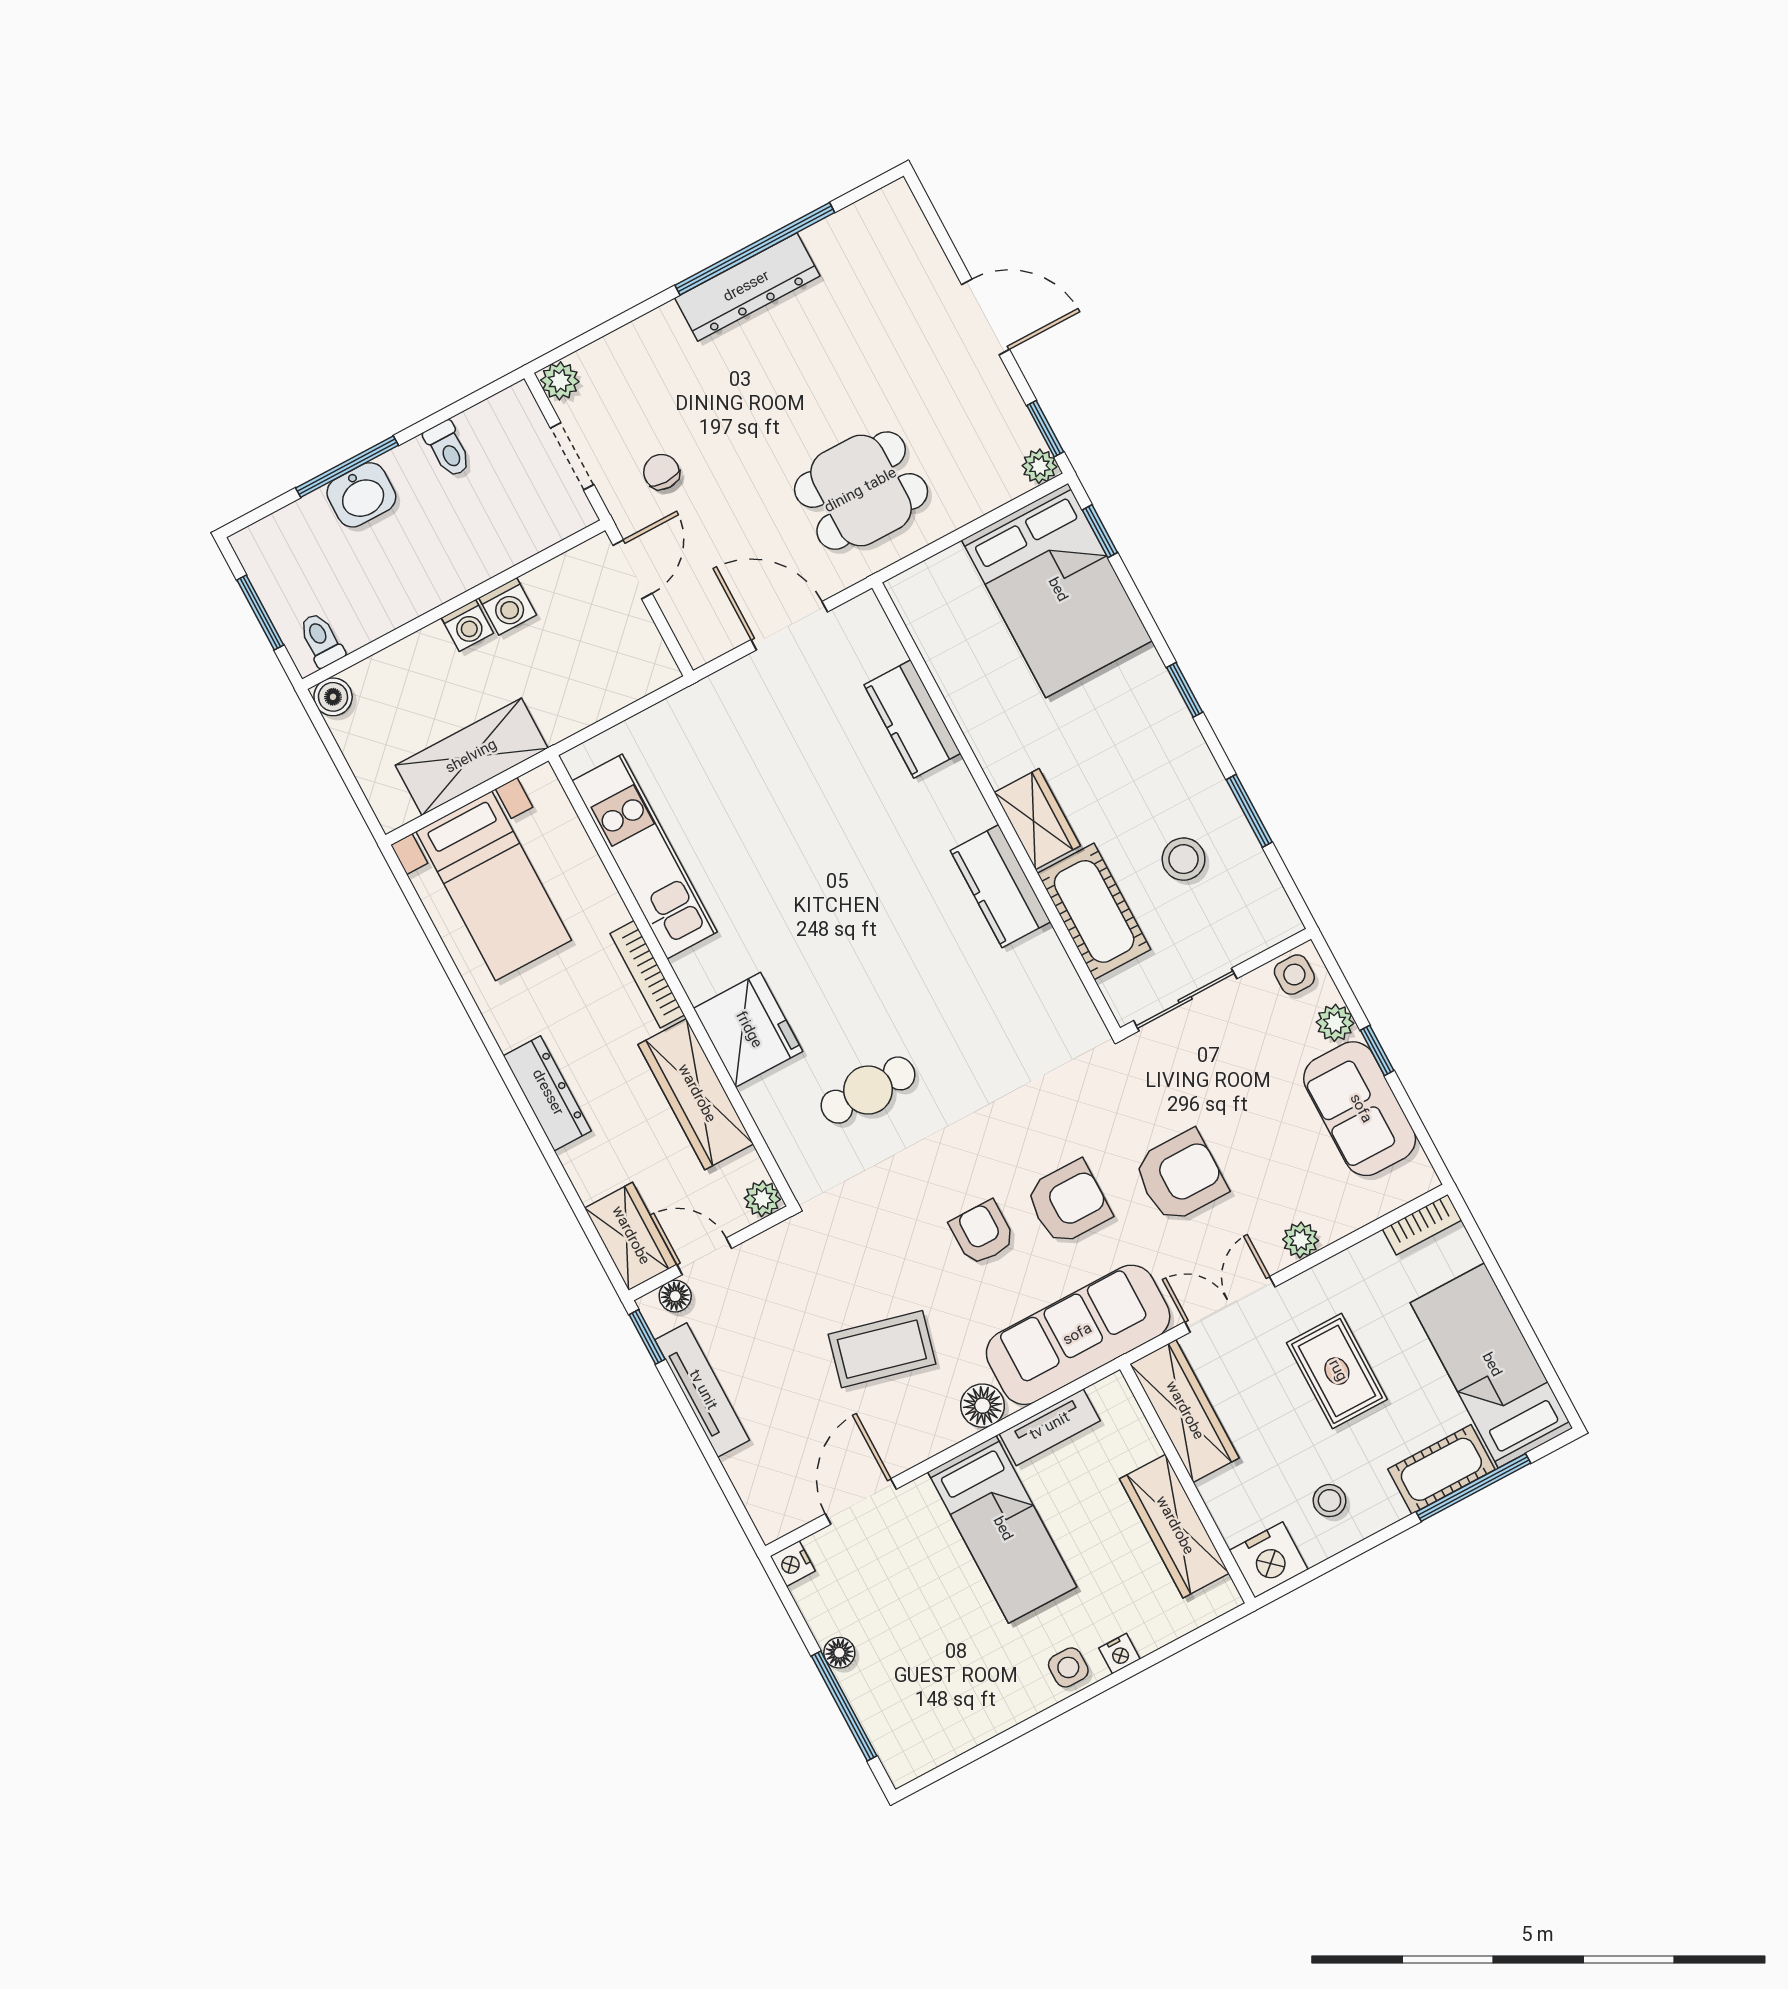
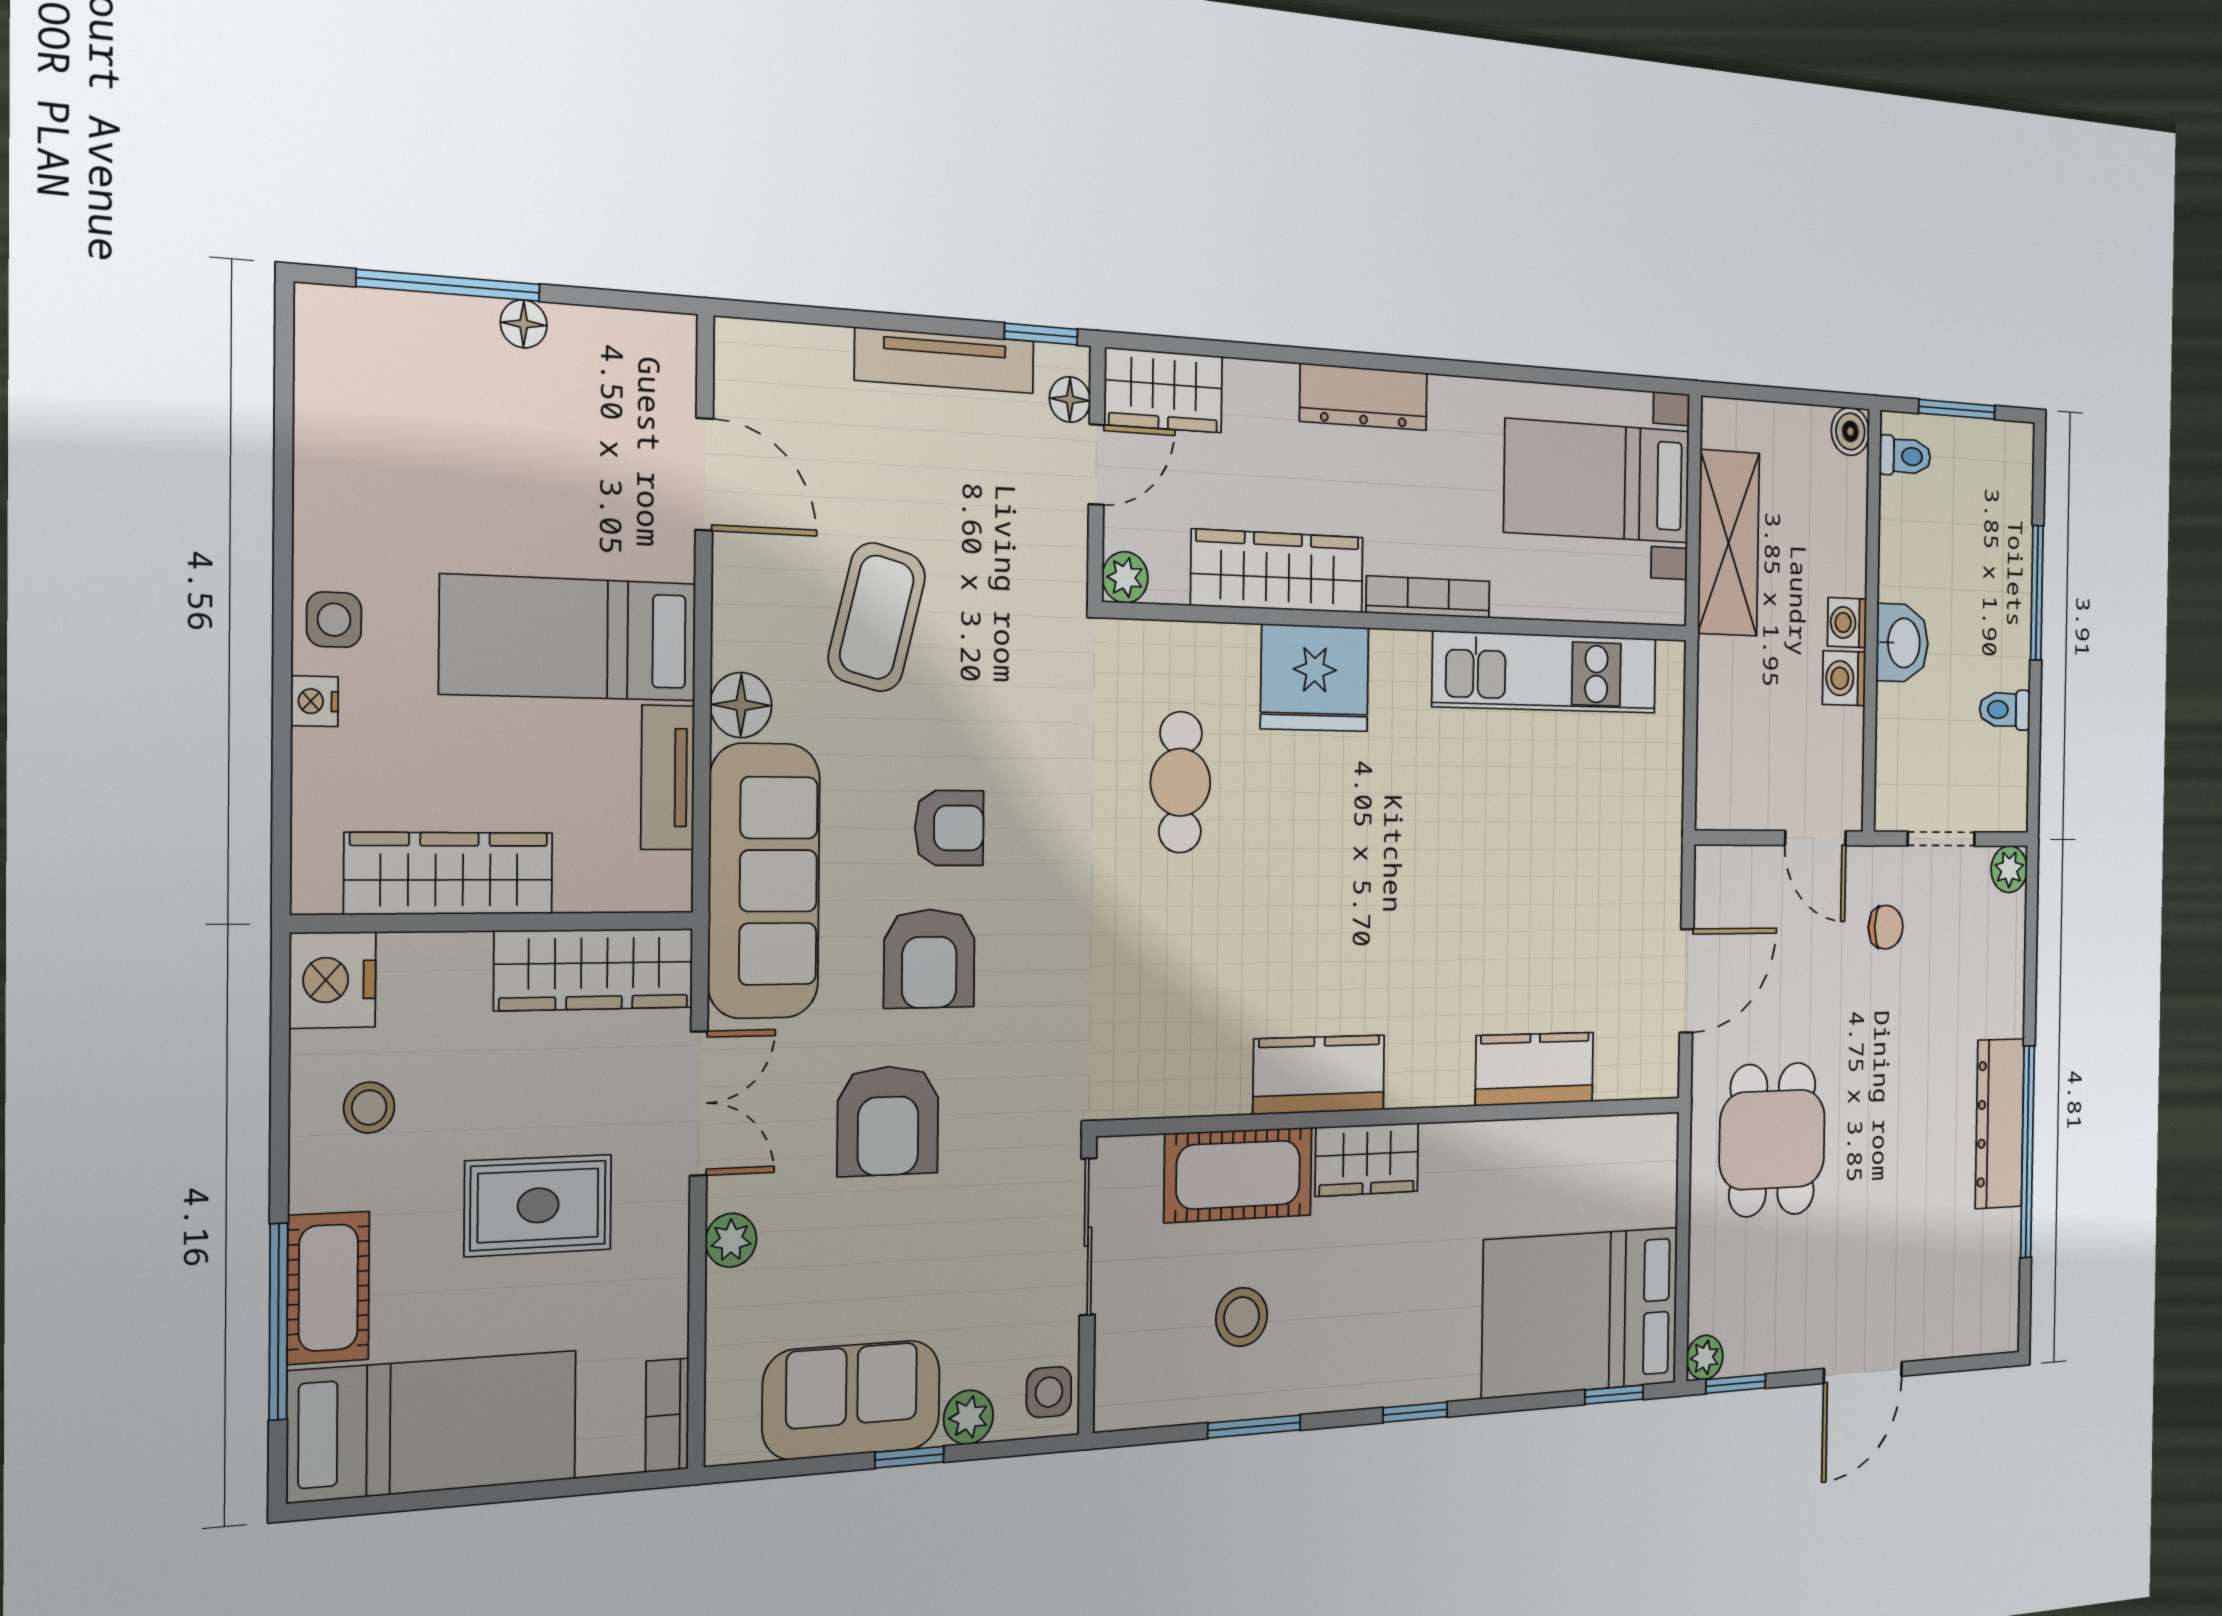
washbasin: (361, 495) -> (1902, 643), moved, turned 180
nightstand: (793, 1564) -> (673, 337), removed

